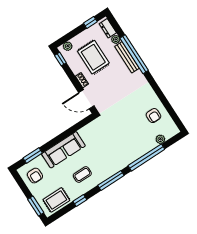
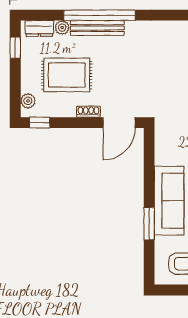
window: (33, 155) -> (149, 224), moved

